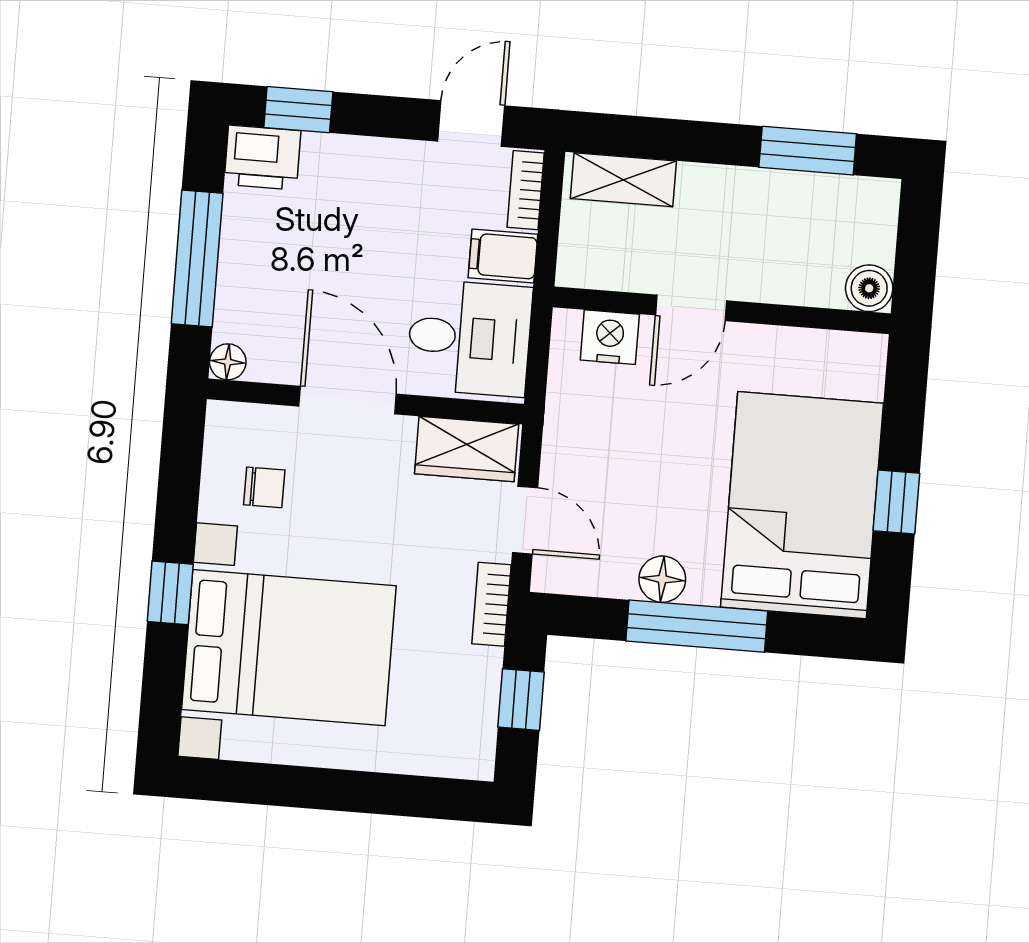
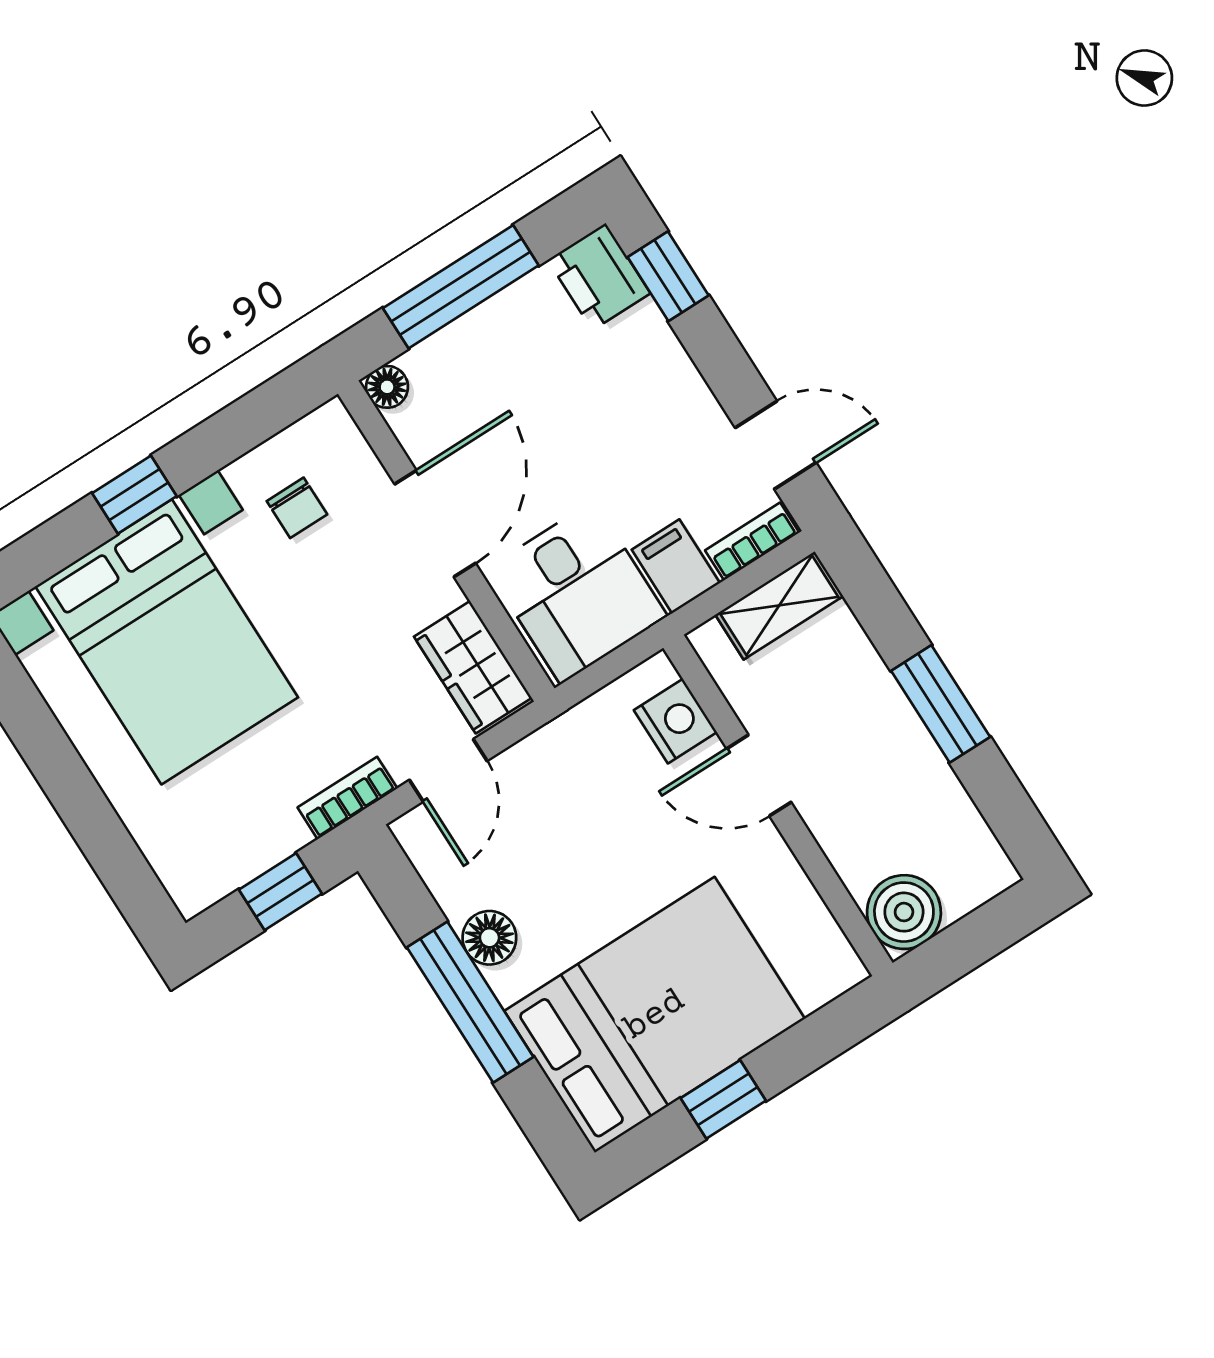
window: (808, 151) -> (941, 704), moved
shelving: (623, 180) -> (779, 605), moved, turned 90
boiler: (869, 288) -> (904, 912), width x1.36, depth x1.36

